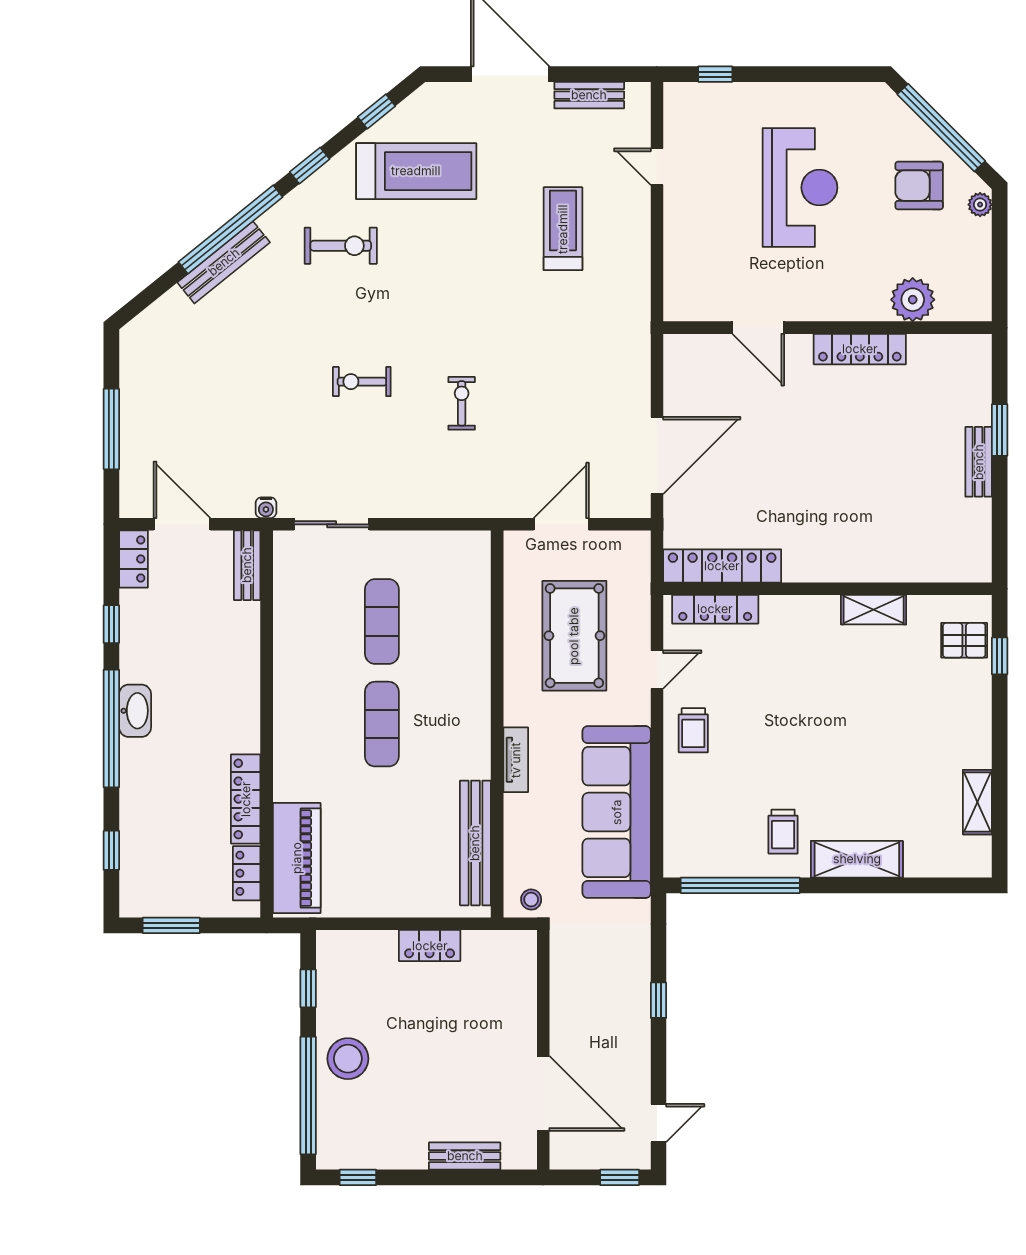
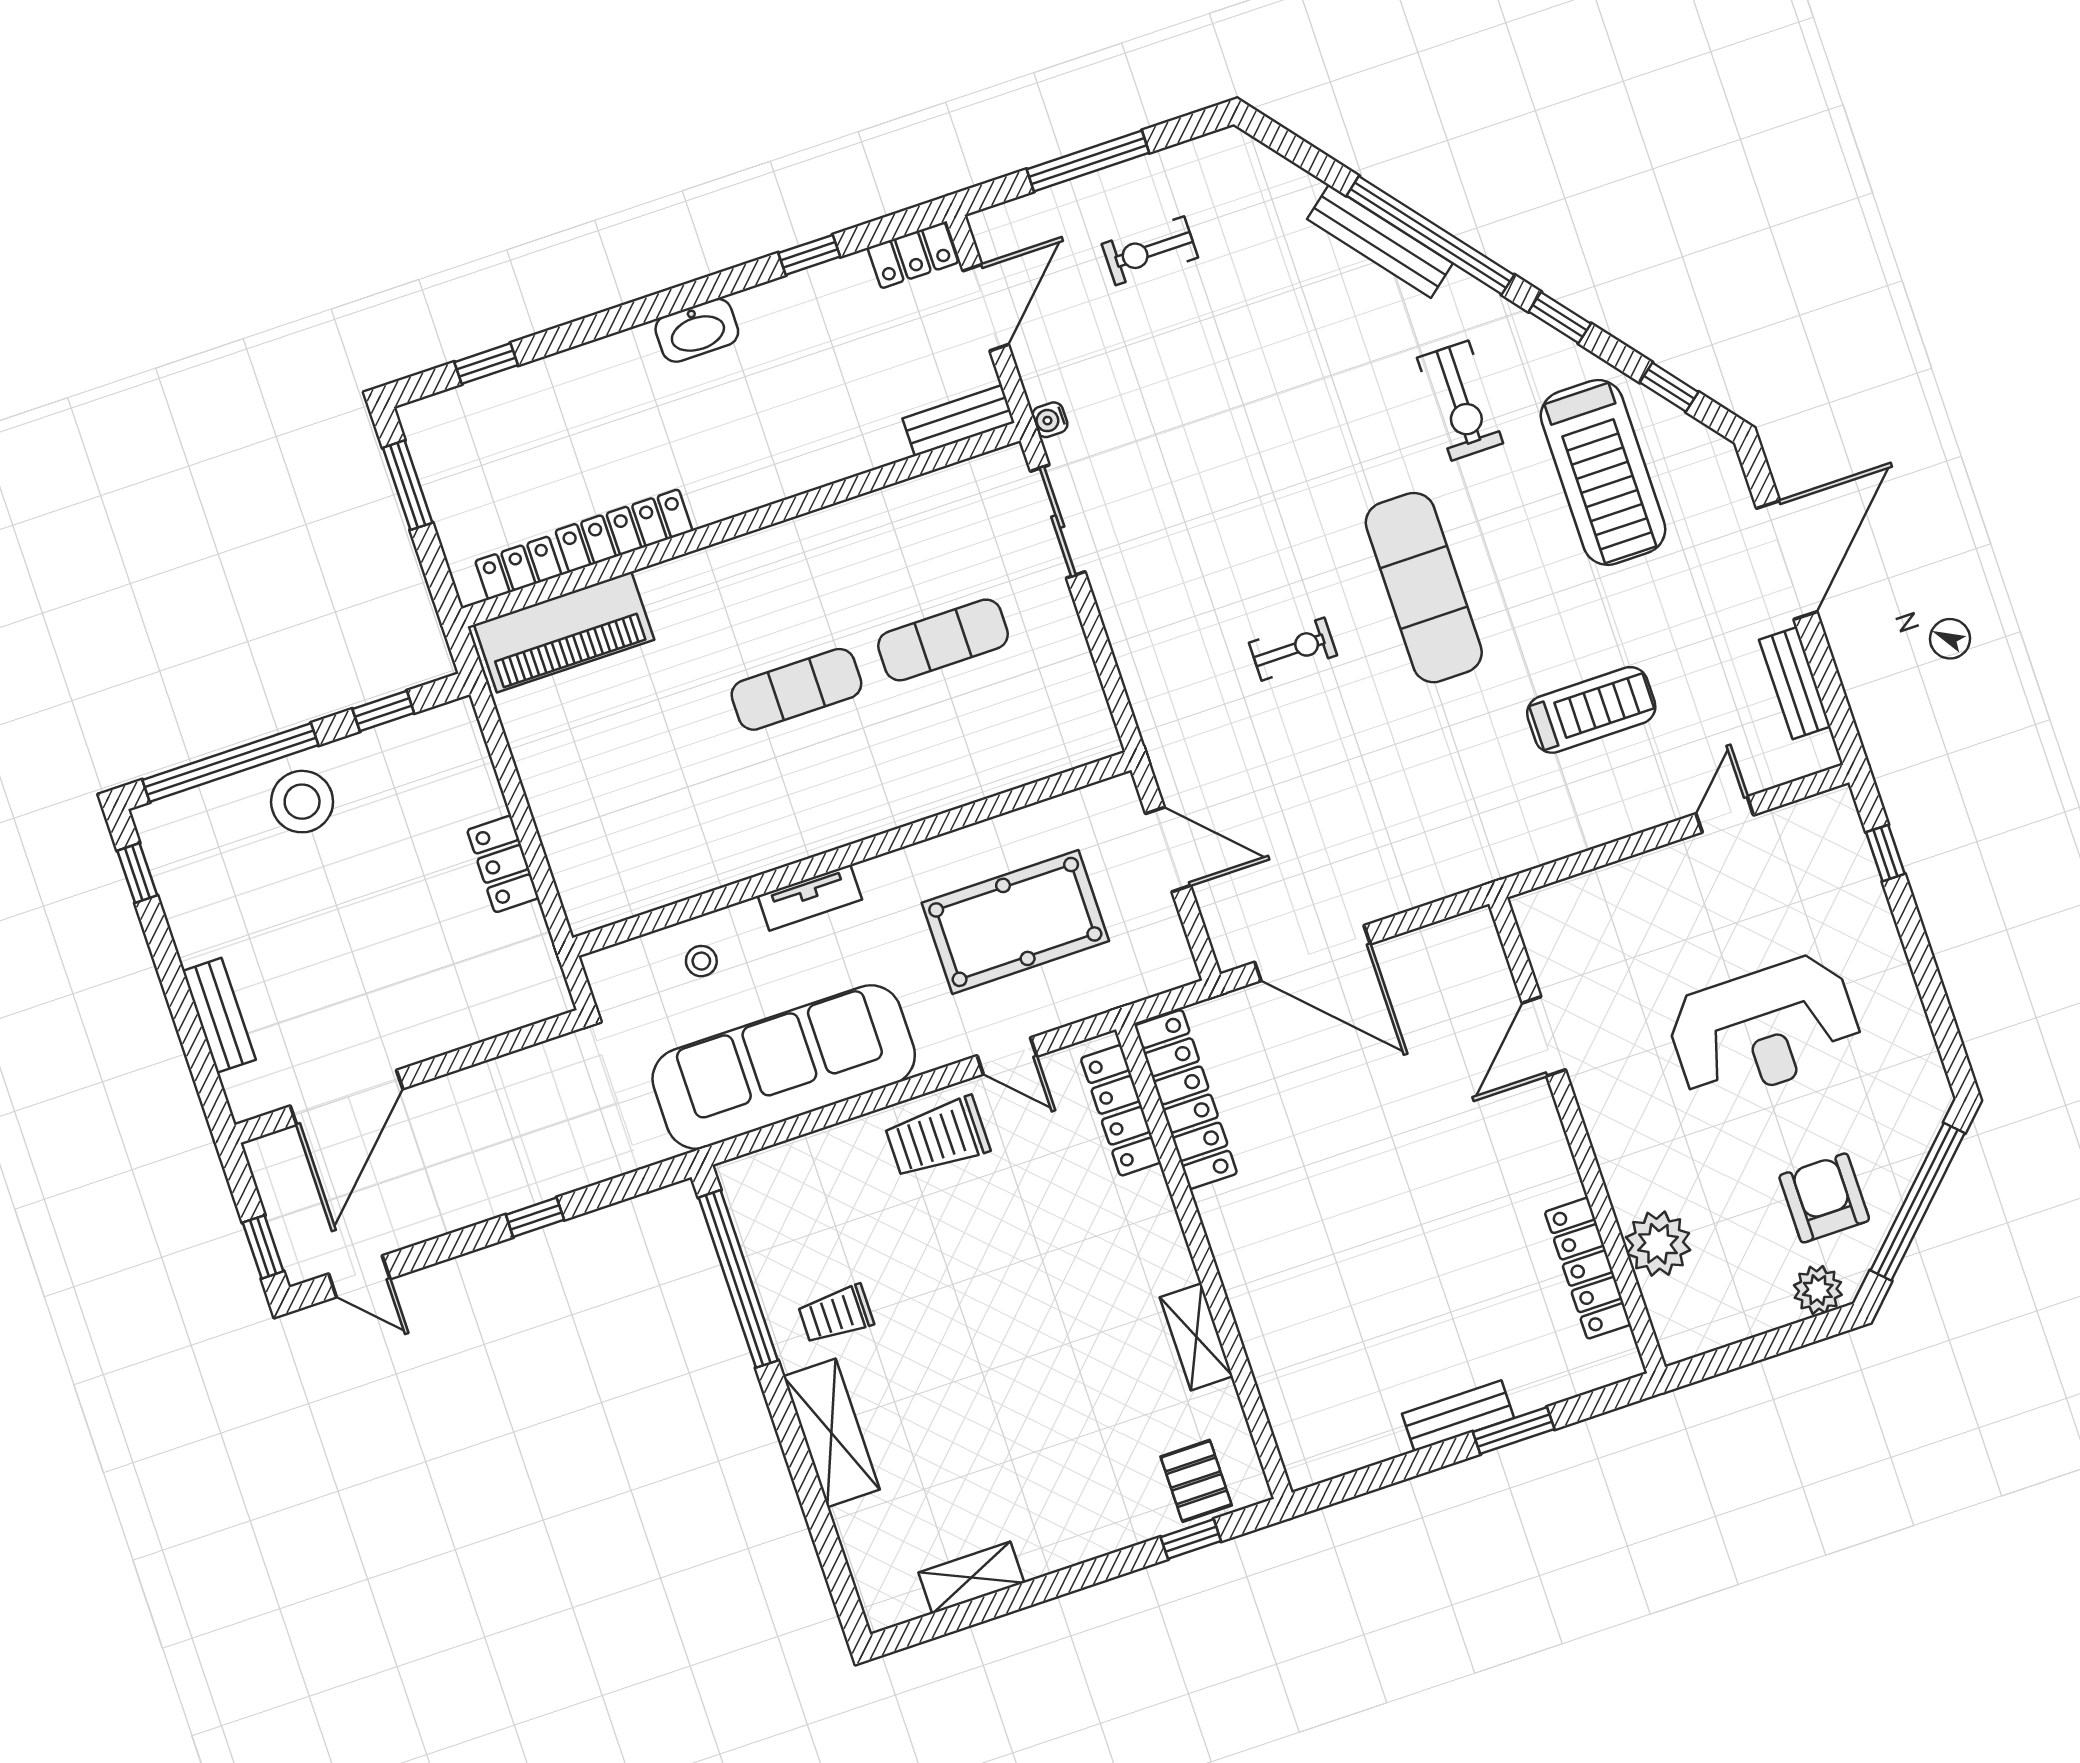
plant: (980, 205) -> (1818, 1290), width x1.38, depth x1.38
exercise mat: (451, 308) -> (1424, 588), added
locker: (860, 349) -> (1588, 1268), moved
exercise bike: (362, 382) -> (1150, 251), moved, turned -90
window: (111, 728) -> (660, 305), removed
trolley: (693, 730) -> (937, 1137), width x1.36, depth x1.39
bench: (475, 843) -> (672, 880), removed
stool: (531, 900) -> (701, 961), moved

